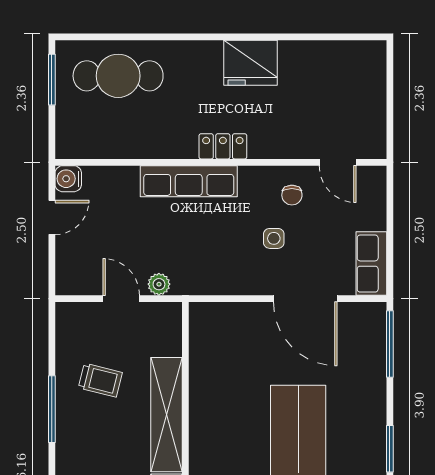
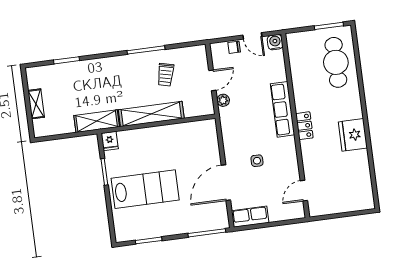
chair: (292, 195) -> (234, 47), moved

